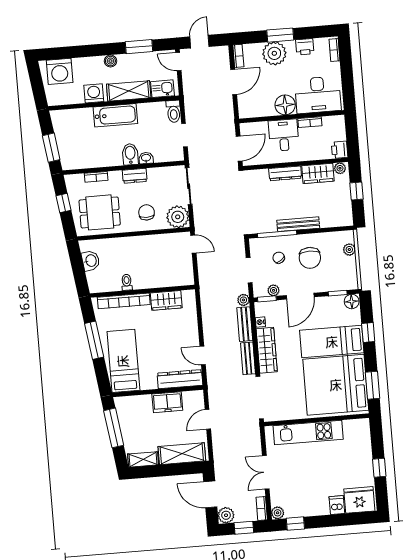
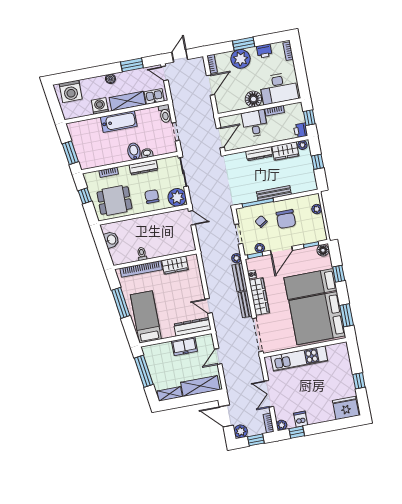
window: (352, 135) -> (309, 118), added
dresser: (135, 176) -> (143, 167), width x1.44
dishwasher: (337, 505) -> (301, 419), moved

